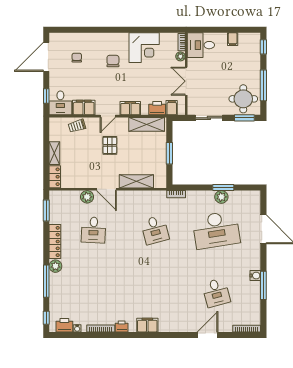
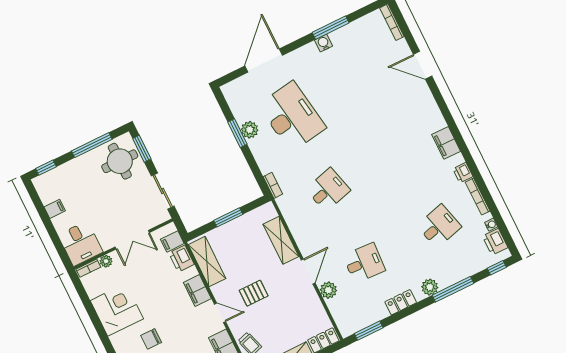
locker: (55, 241) -> (401, 302), width x0.66
desk: (216, 293) -> (439, 226), moved

